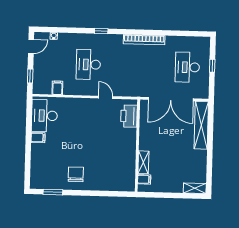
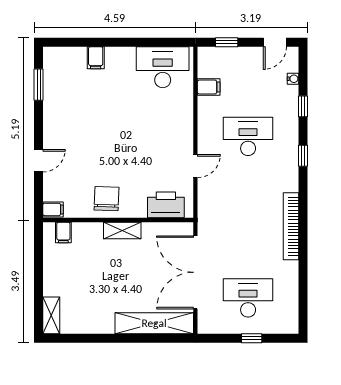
window: (71, 30) -> (303, 106), added
door: (31, 46) -> (275, 42), hinge flipped
filing cabinet: (38, 138) -> (96, 58), moved
shelving: (143, 162) -> (122, 231), moved
chair: (76, 174) -> (106, 199), moved, turned -88
filing cabinet: (130, 185) -> (53, 209), added
door: (100, 193) -> (39, 161), added

